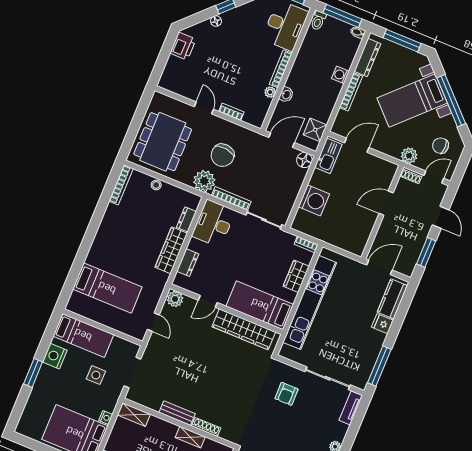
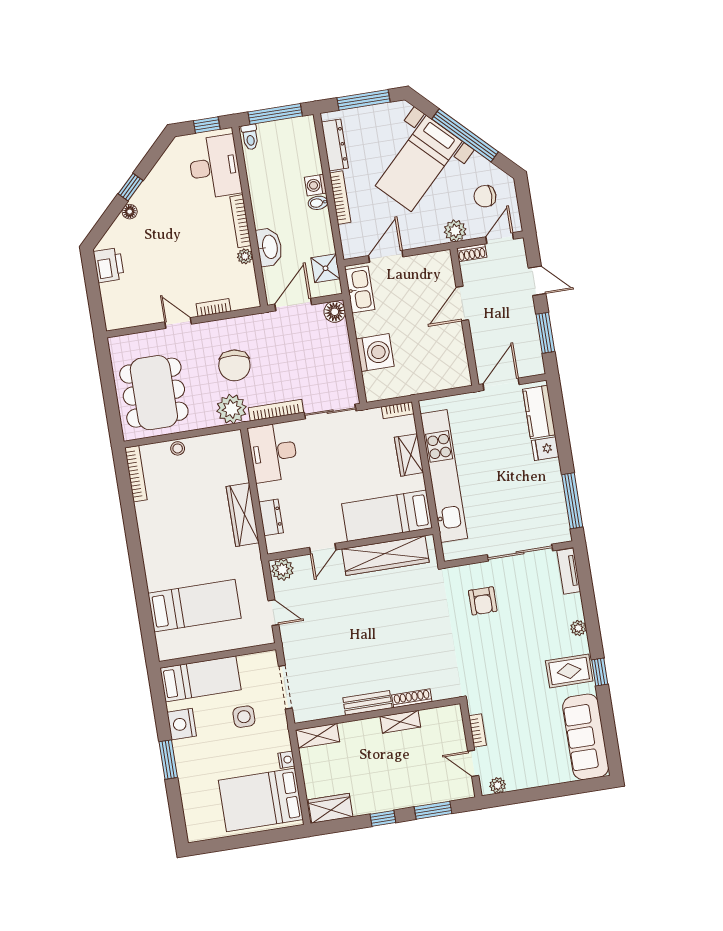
bidet: (358, 32) -> (318, 203), moved
washbasin: (286, 95) -> (269, 247), width x1.91, depth x1.45
dresser: (186, 219) -> (238, 467), removed

